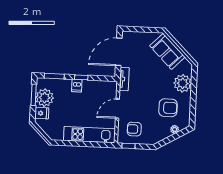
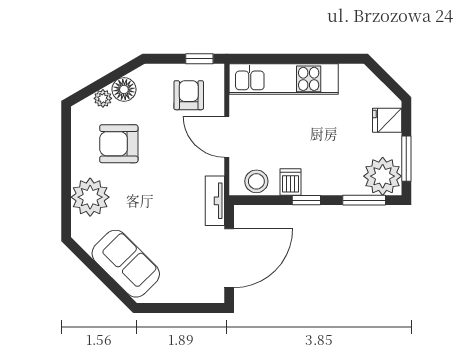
dishwasher: (77, 86) -> (290, 182), moved
stool: (104, 87) -> (256, 181), added
plant: (45, 98) -> (383, 176), moved
door: (117, 109) -> (227, 137), swing flipped
armchair: (134, 129) -> (189, 95), turned -90
floor lamp: (164, 133) -> (124, 89), added

